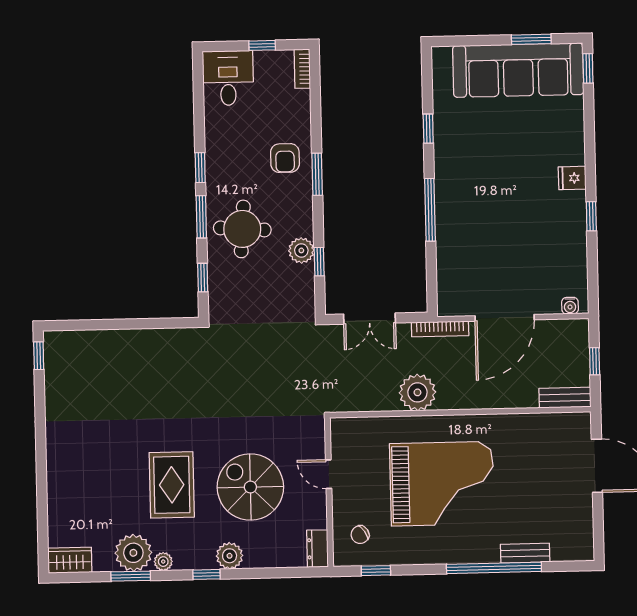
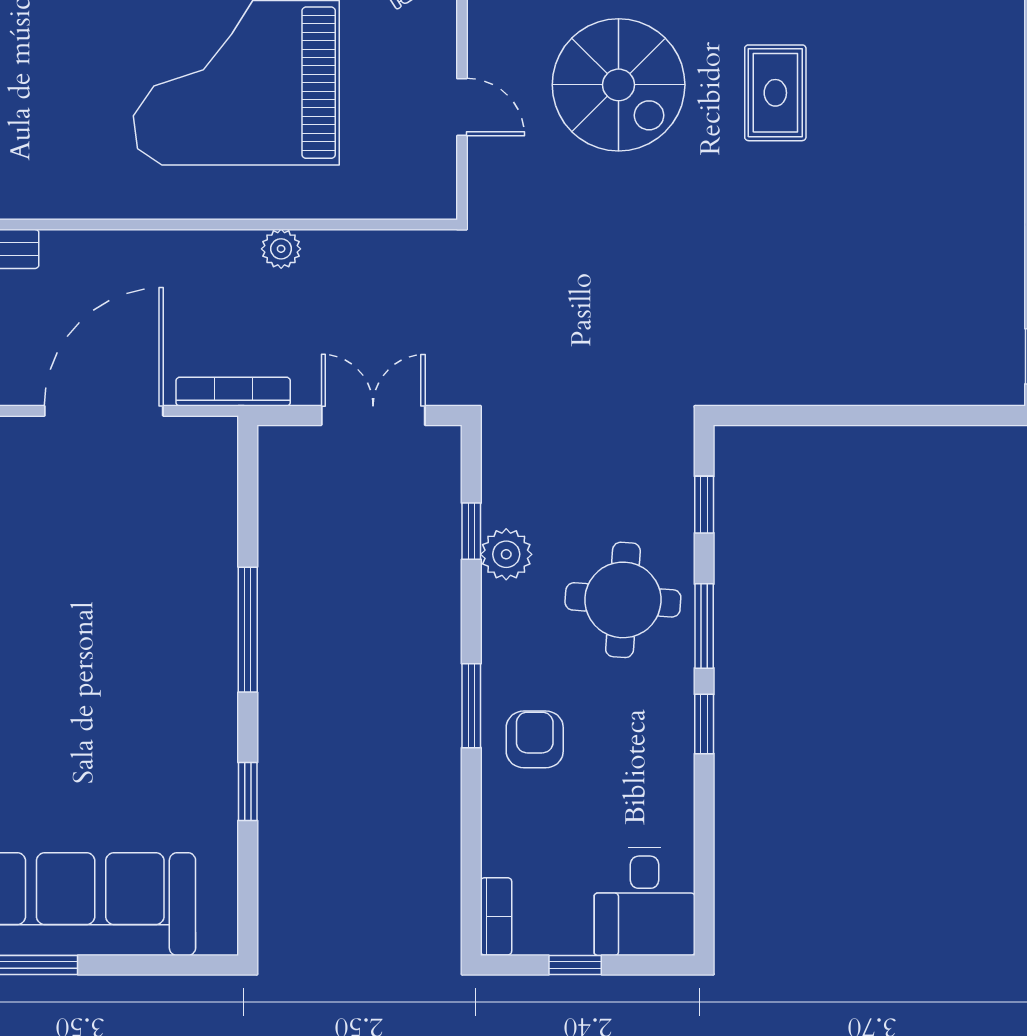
plant: (417, 392) -> (281, 249), width x0.53, depth x0.53
rug: (172, 485) -> (775, 93), width x0.73, depth x0.70

